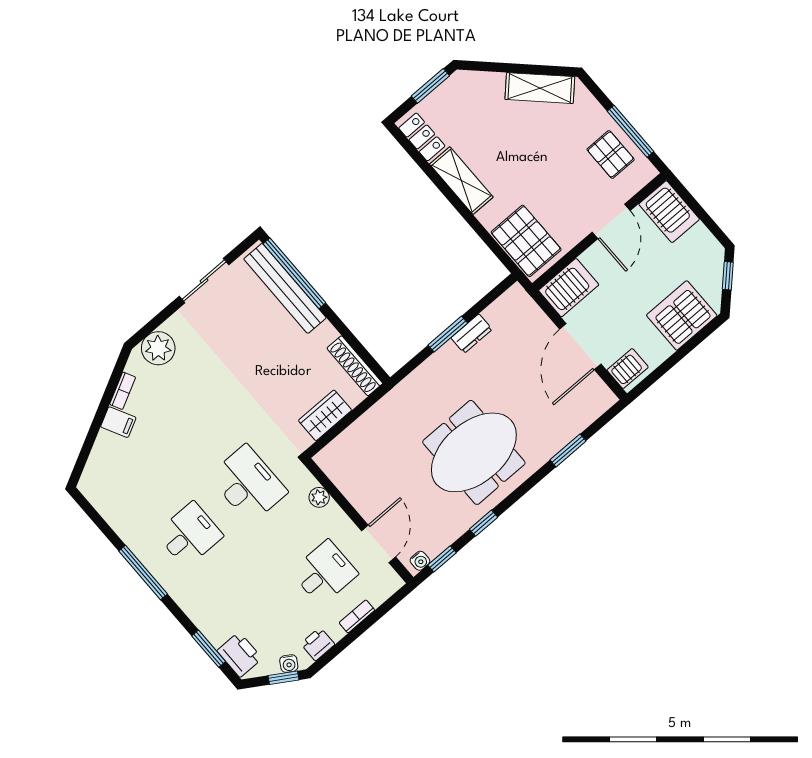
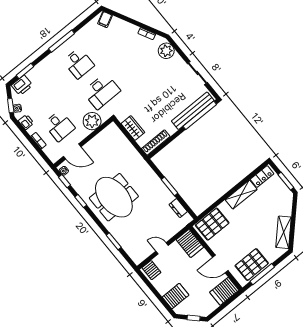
pallet: (611, 154) -> (252, 265), width x1.50, depth x1.42
server rack: (682, 315) -> (176, 296), width x0.62
dresser: (472, 334) -> (178, 208), moved
door: (580, 347) -> (162, 248), width x0.53
filing cabinet: (118, 422) -> (105, 19), moved
plant: (319, 497) -> (92, 121), width x1.88, depth x1.88

